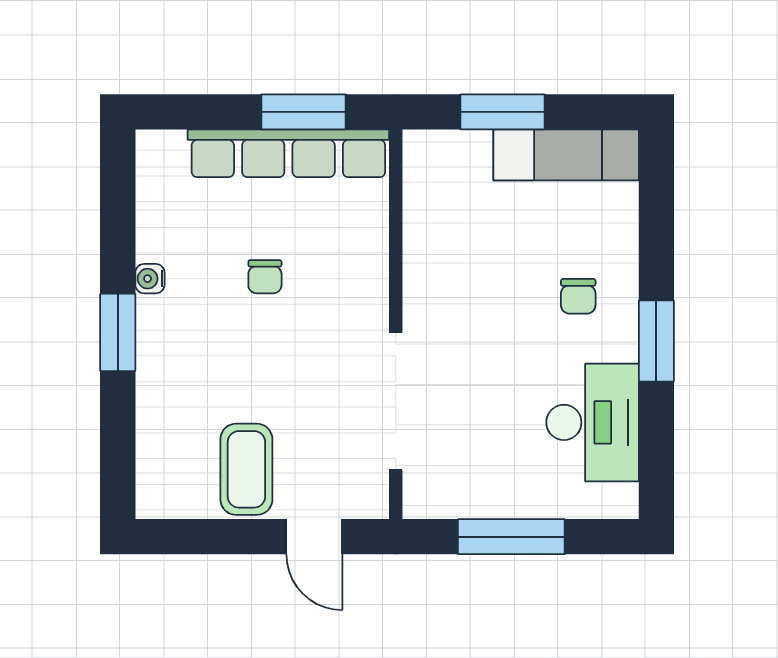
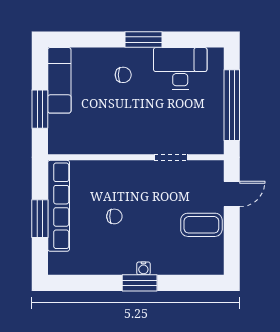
window: (303, 112) -> (40, 219), moved
water cooler: (150, 279) -> (143, 268), moved
doorway: (396, 401) -> (171, 157), width x0.53
window: (511, 537) -> (232, 105), width x1.46

